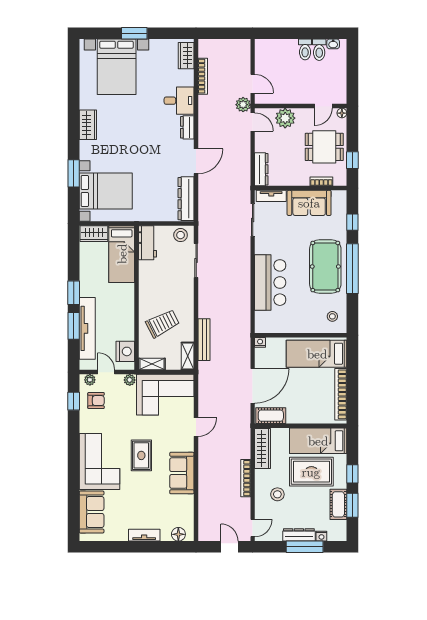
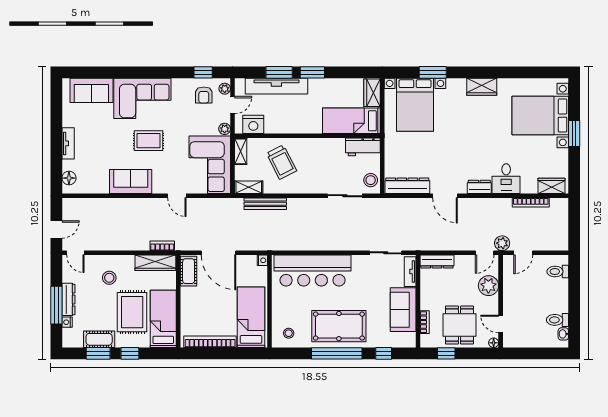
toilet: (305, 49) -> (558, 271), moved
bar counter: (270, 283) -> (313, 271), width x1.36
bookcase: (246, 478) -> (162, 246), moved, width x0.64

